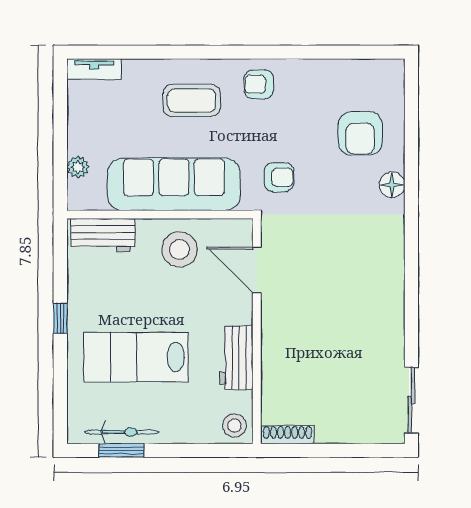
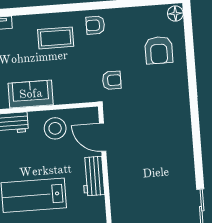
sofa: (174, 184) -> (31, 94), width x0.54, depth x0.79
floor lamp: (392, 185) -> (175, 14), moved
workbench: (236, 358) -> (93, 176), moved

